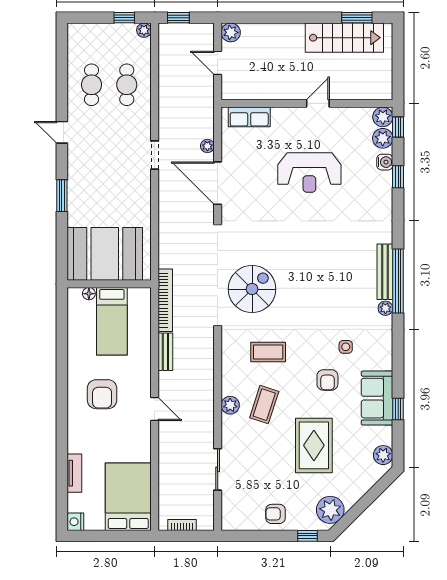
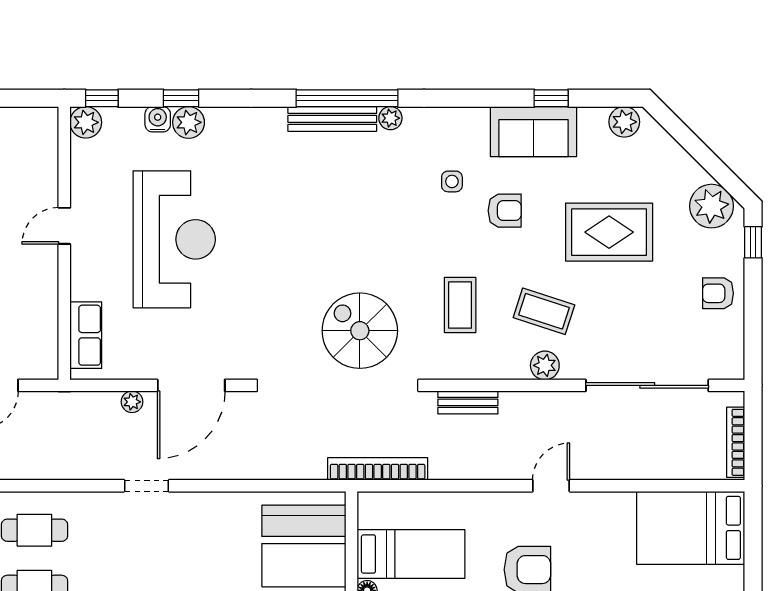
door: (318, 103) -> (64, 226), hinge flipped
plant: (383, 138) -> (189, 122), moved
reception desk: (309, 172) -> (174, 239), width x1.36, depth x1.30
bench: (165, 352) -> (468, 402), moved
sliding door: (218, 469) -> (647, 385), width x1.86
armchair: (275, 514) -> (718, 293), turned 90
bookcase: (182, 525) -> (736, 442), width x1.56

